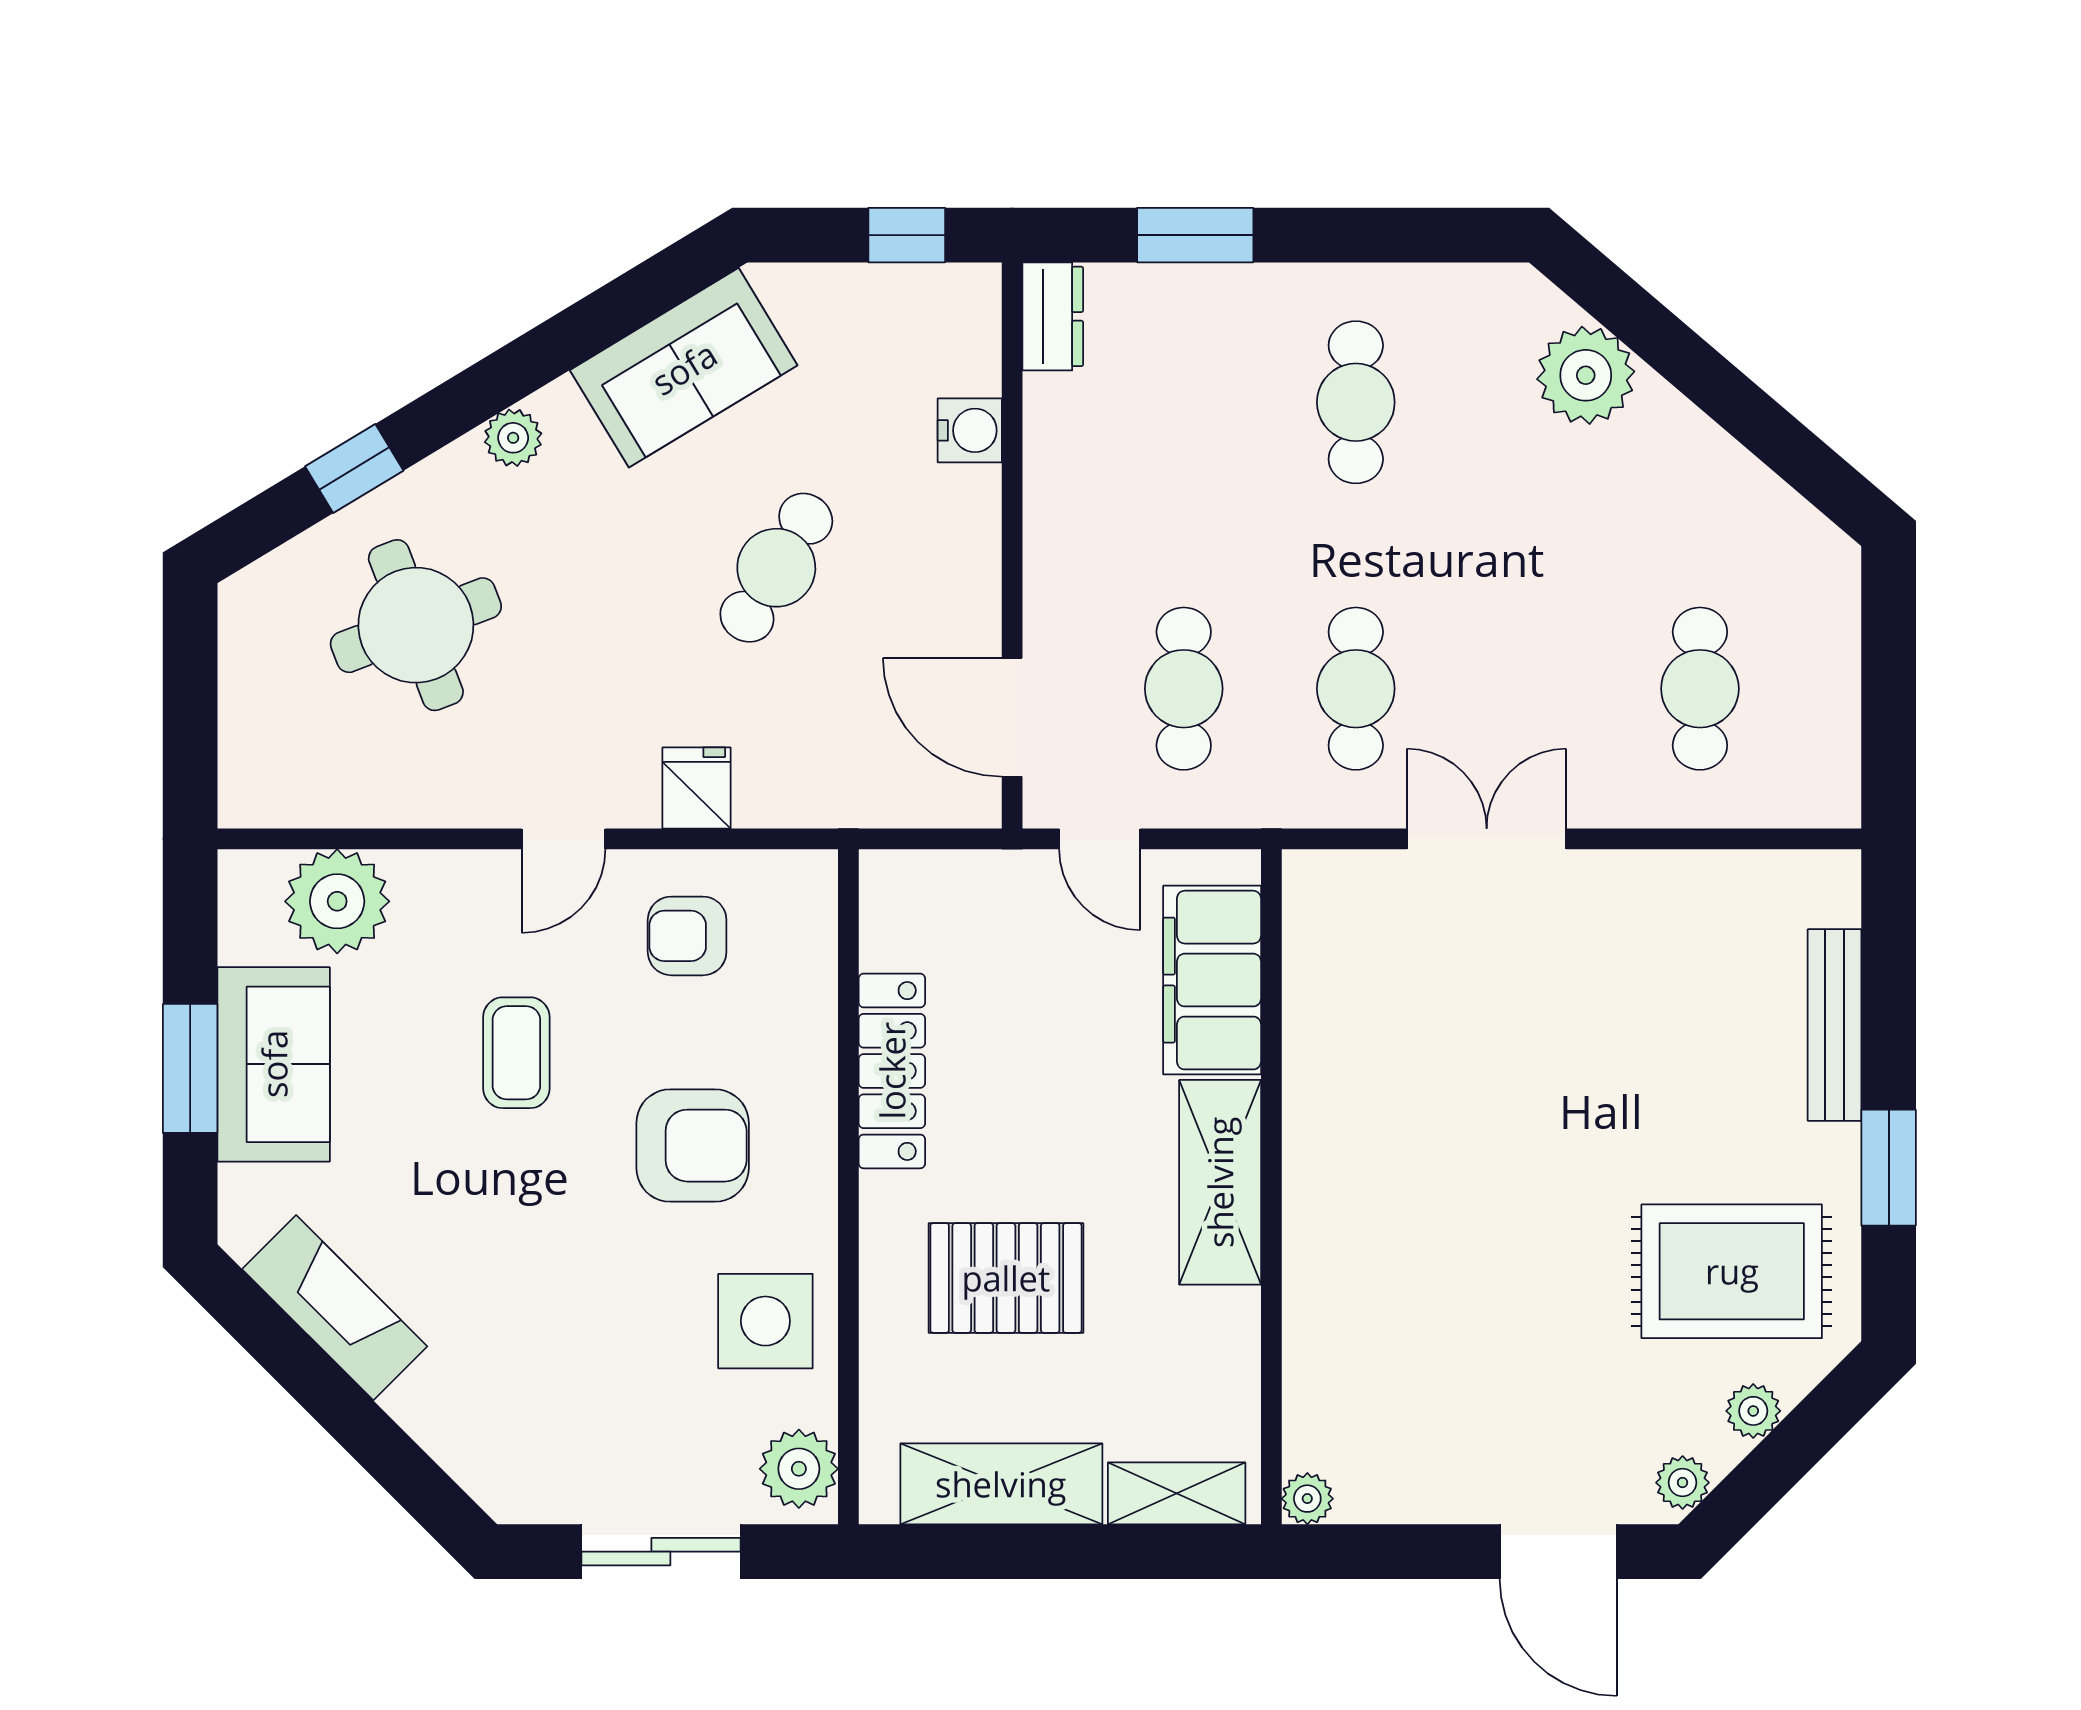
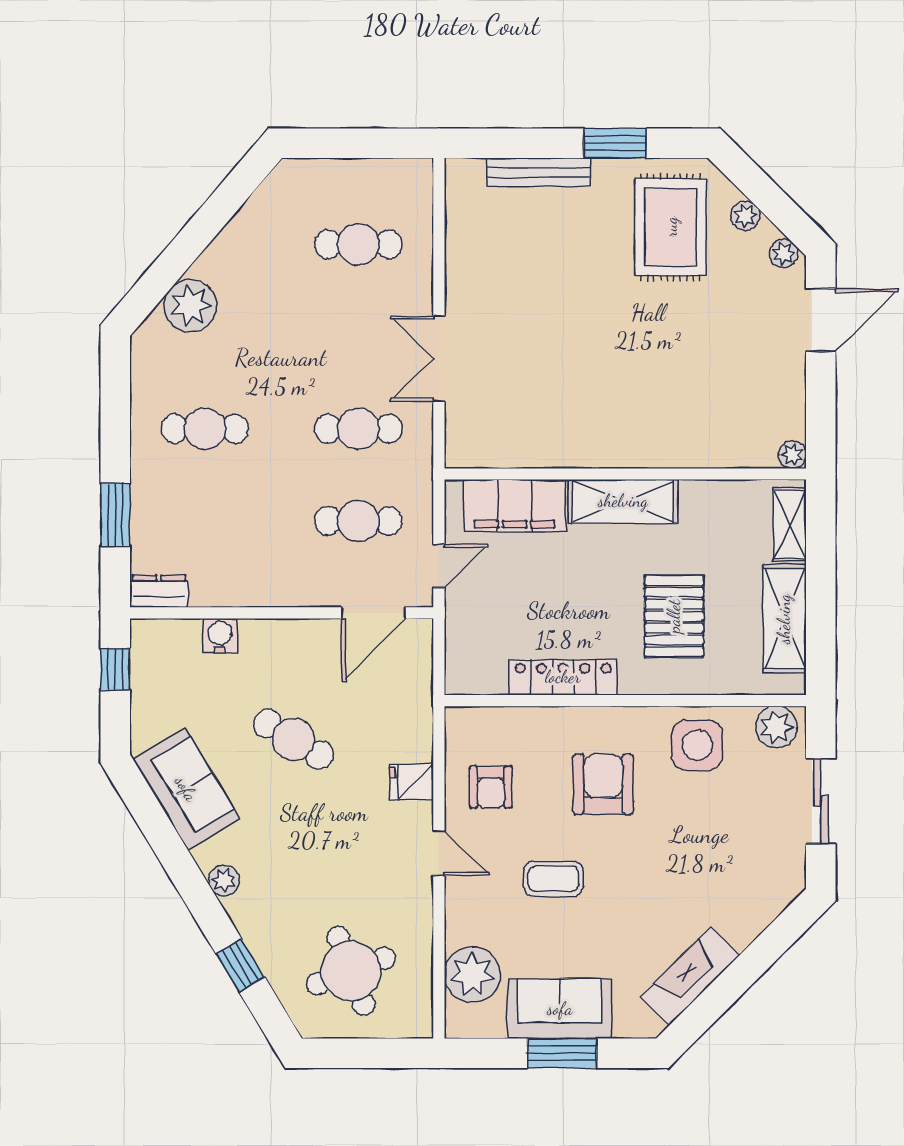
round table: (416, 625) -> (351, 971), moved

